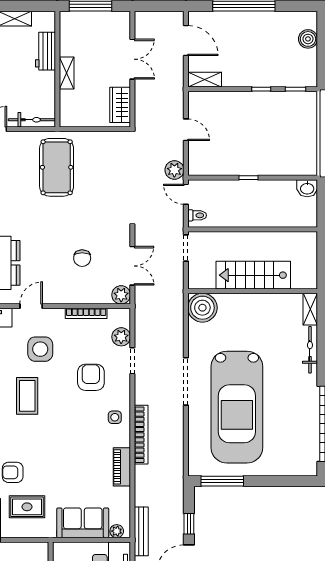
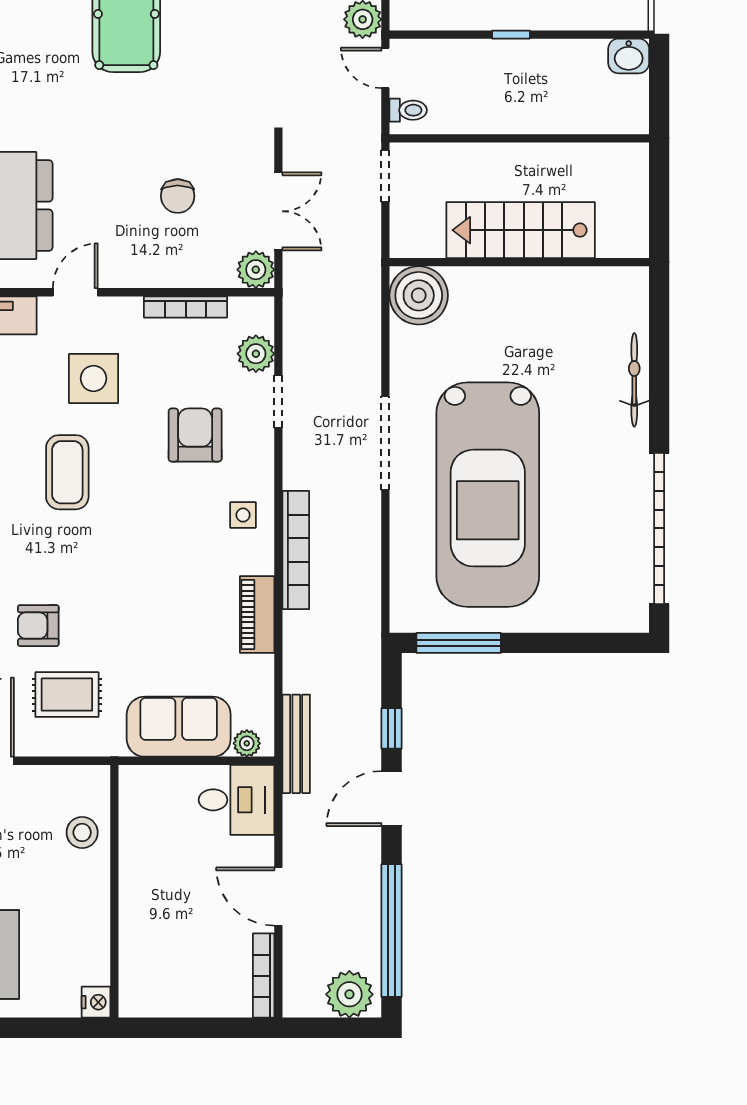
shelving: (310, 309) -> (635, 298), removed

